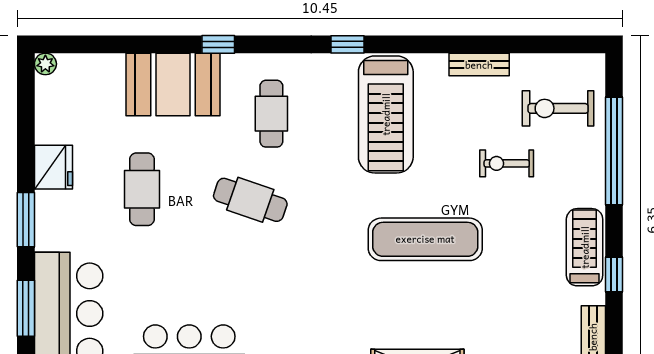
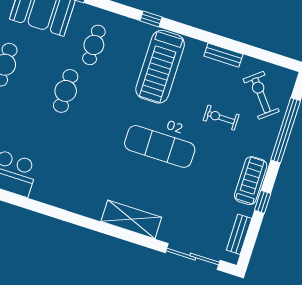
exercise bike: (558, 108) -> (261, 95), turned 51
cafe table: (250, 200) -> (66, 91), turned 71

